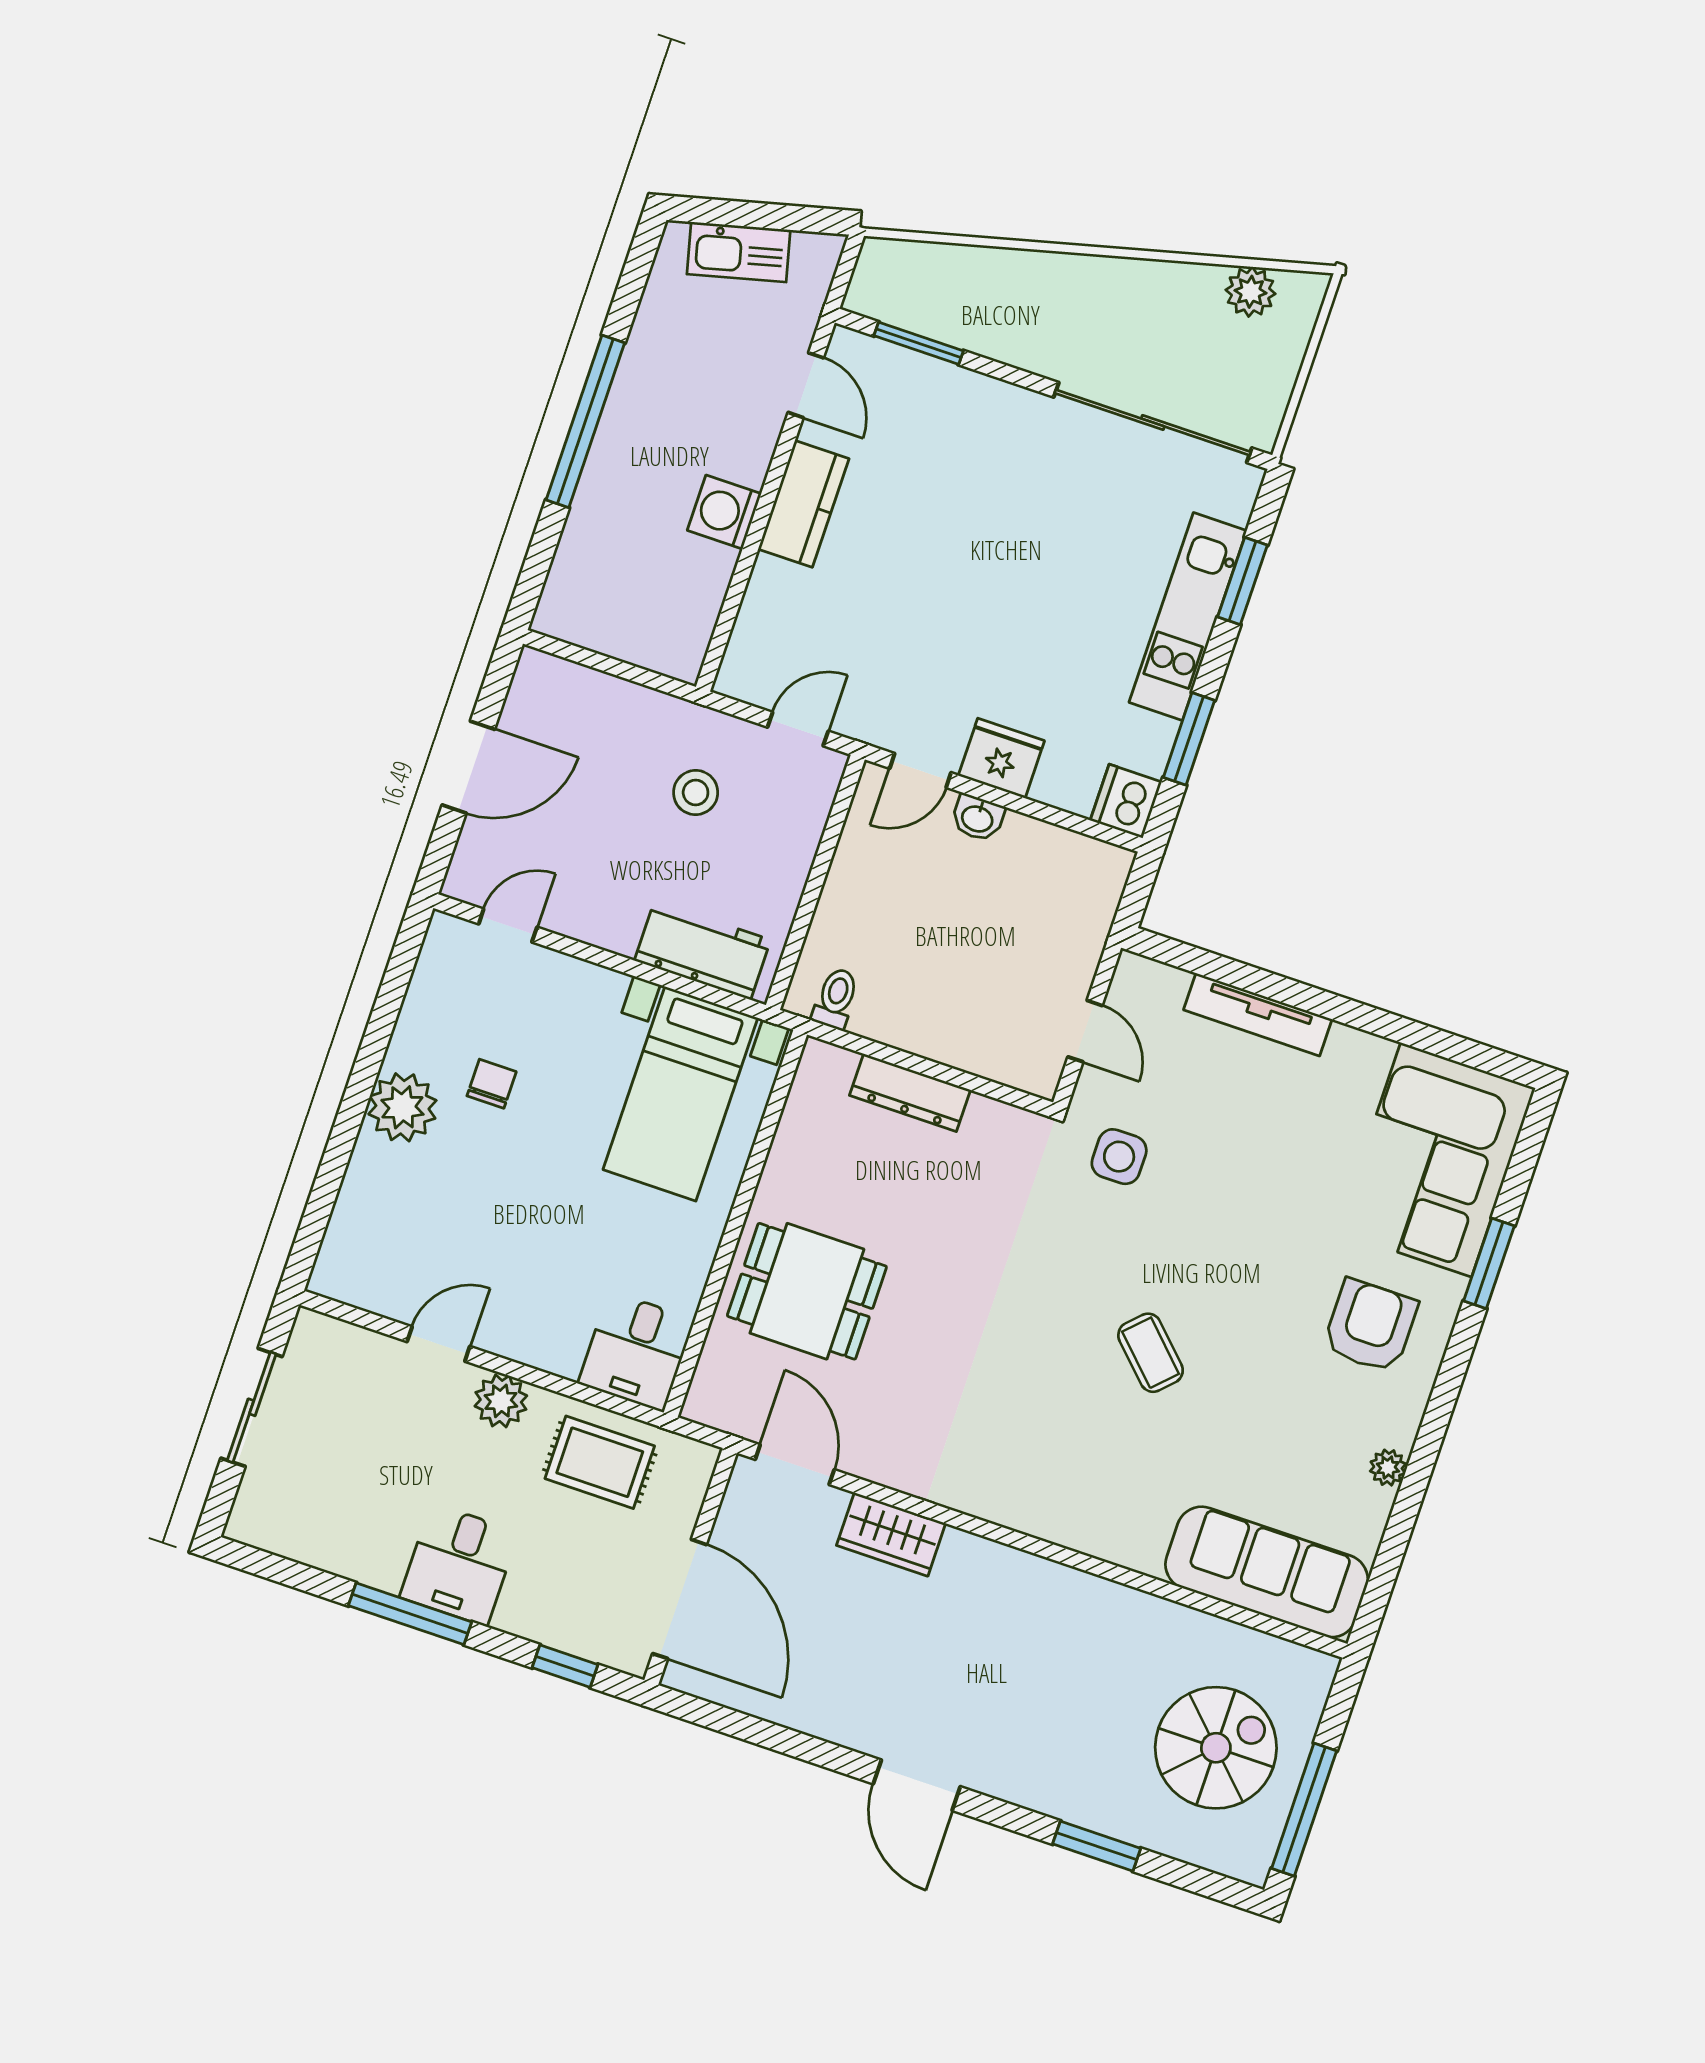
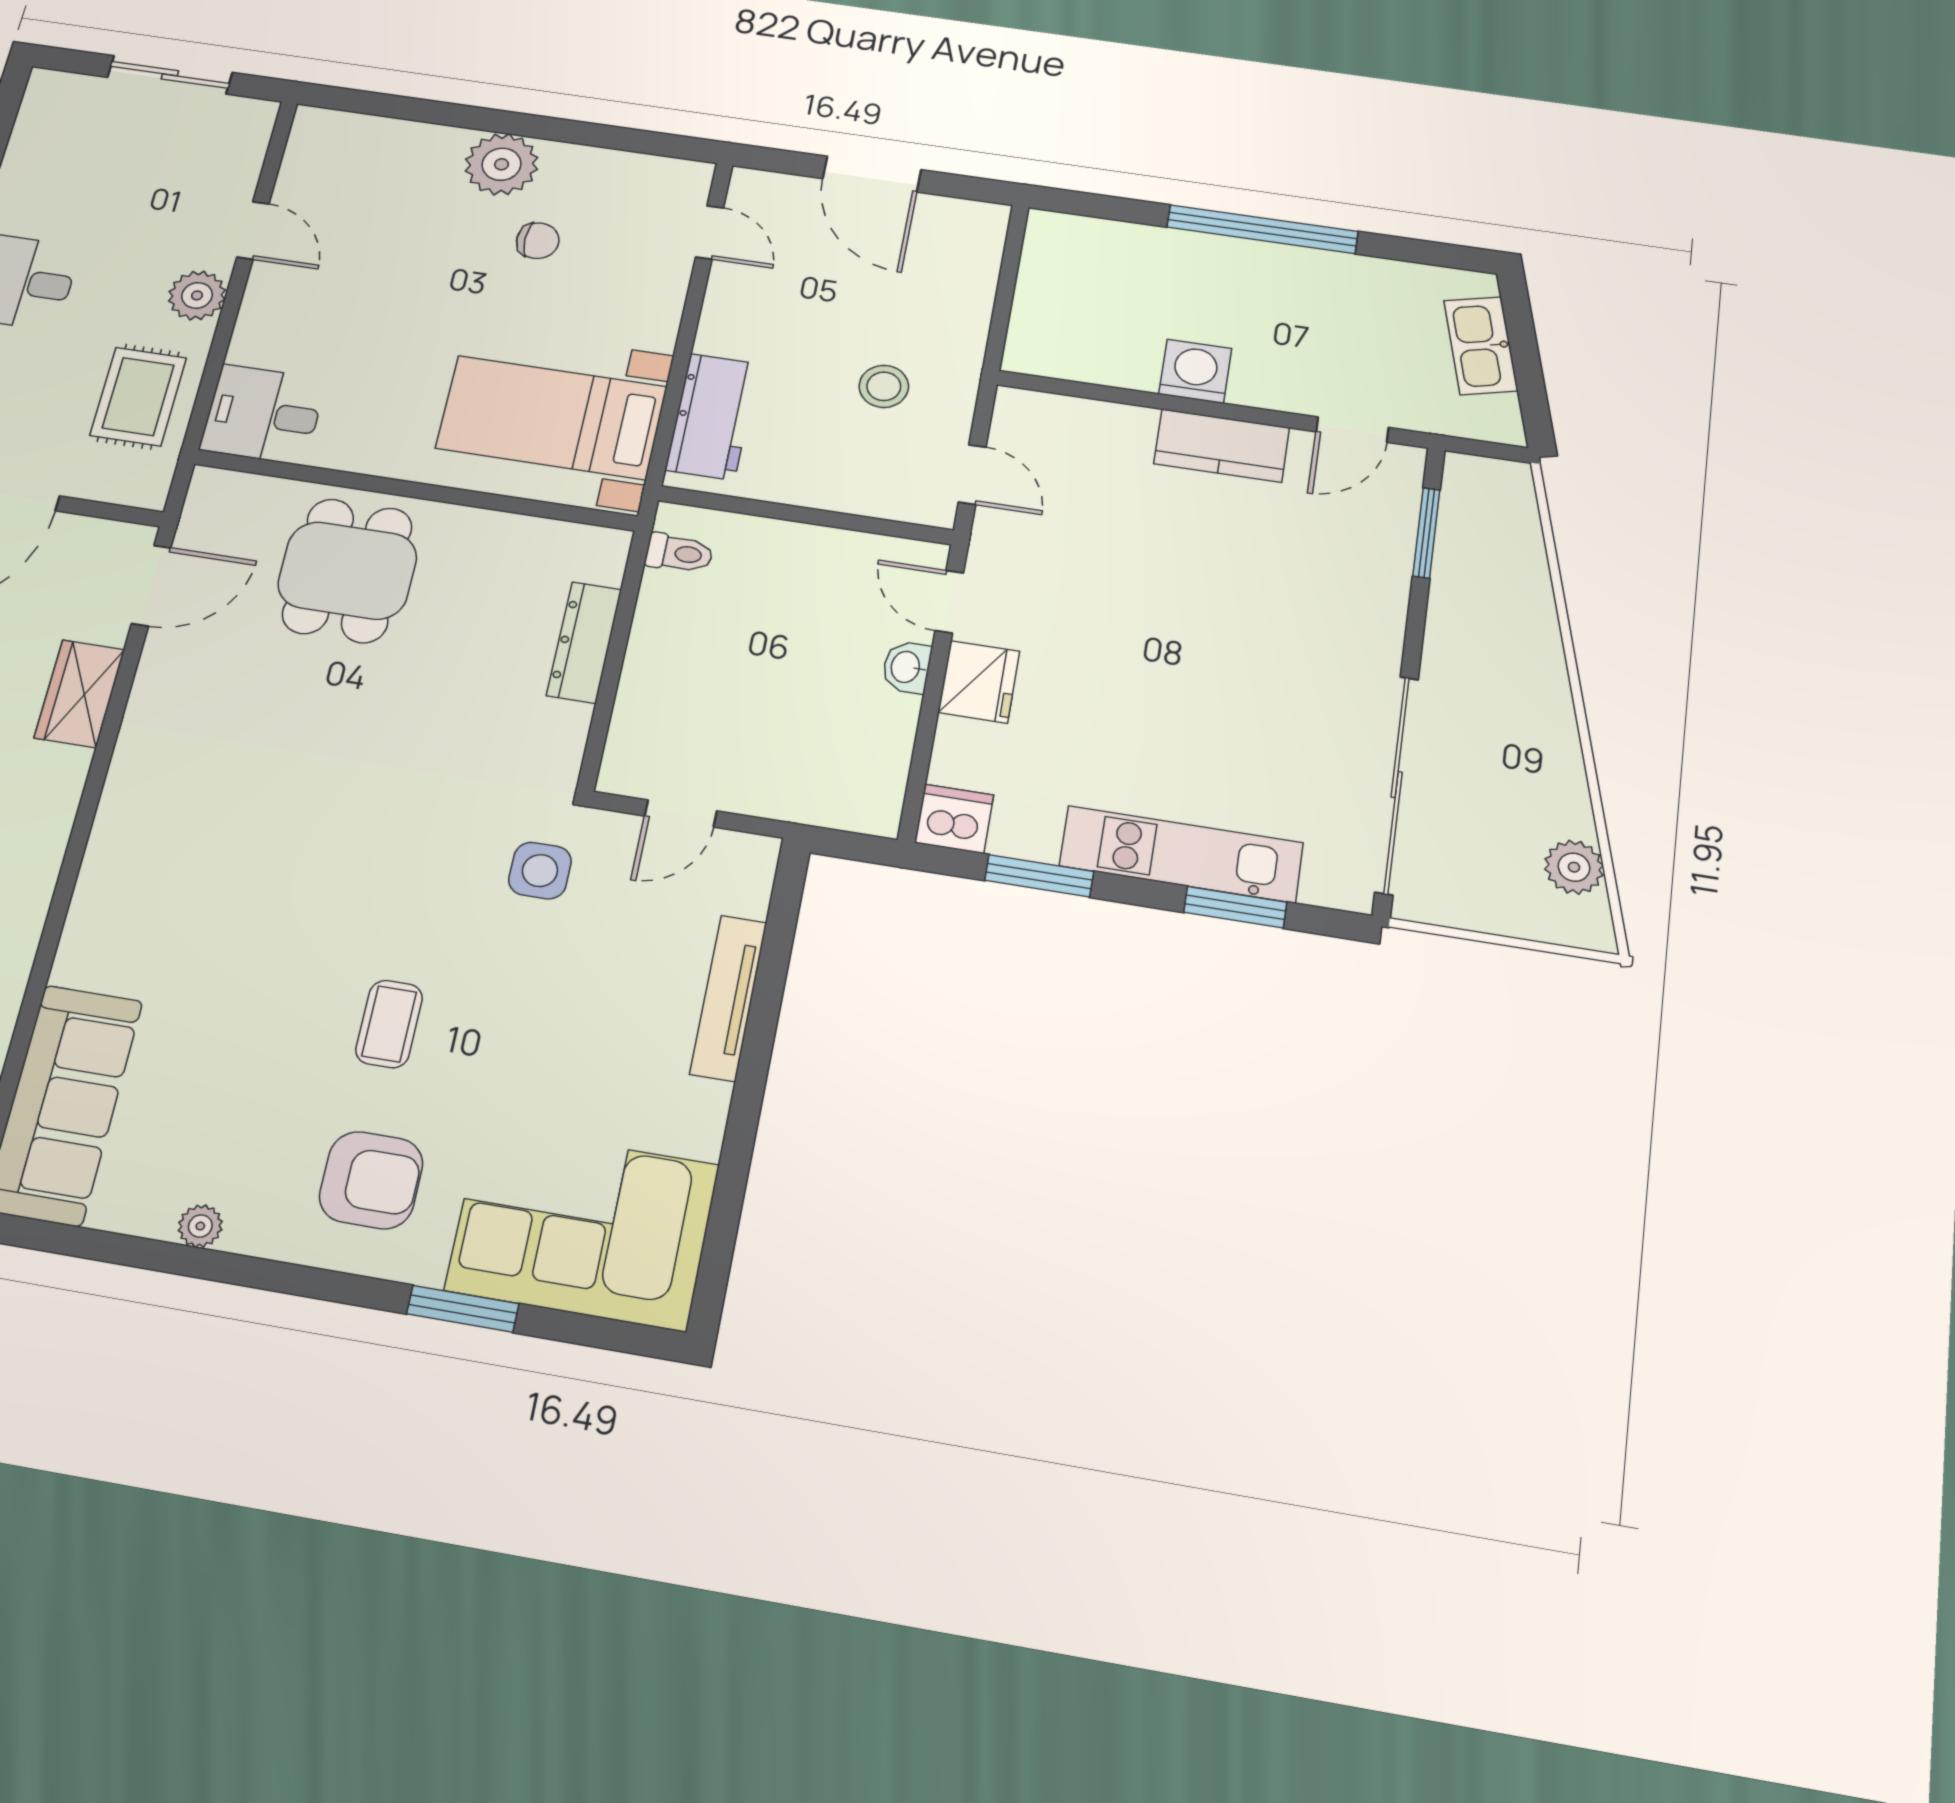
coffee table: (1151, 1353) -> (389, 1024), moved, turned -45

